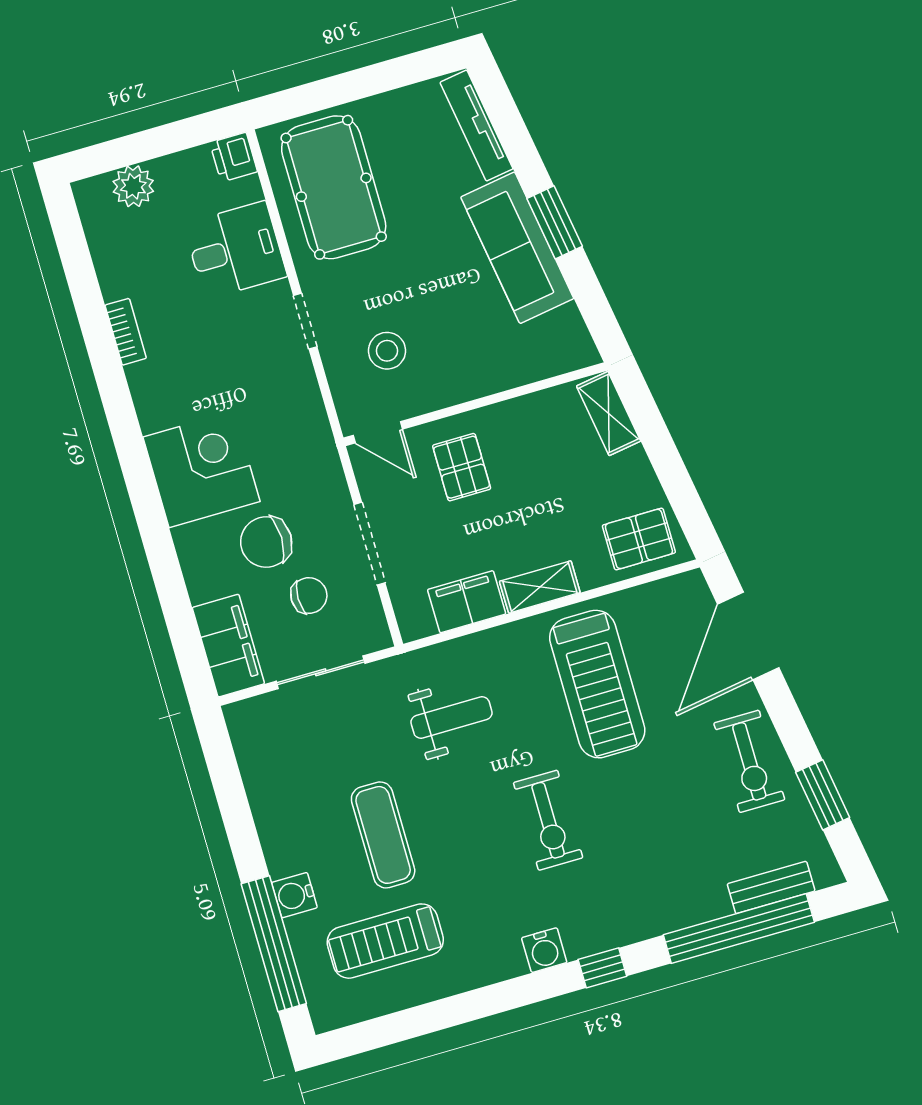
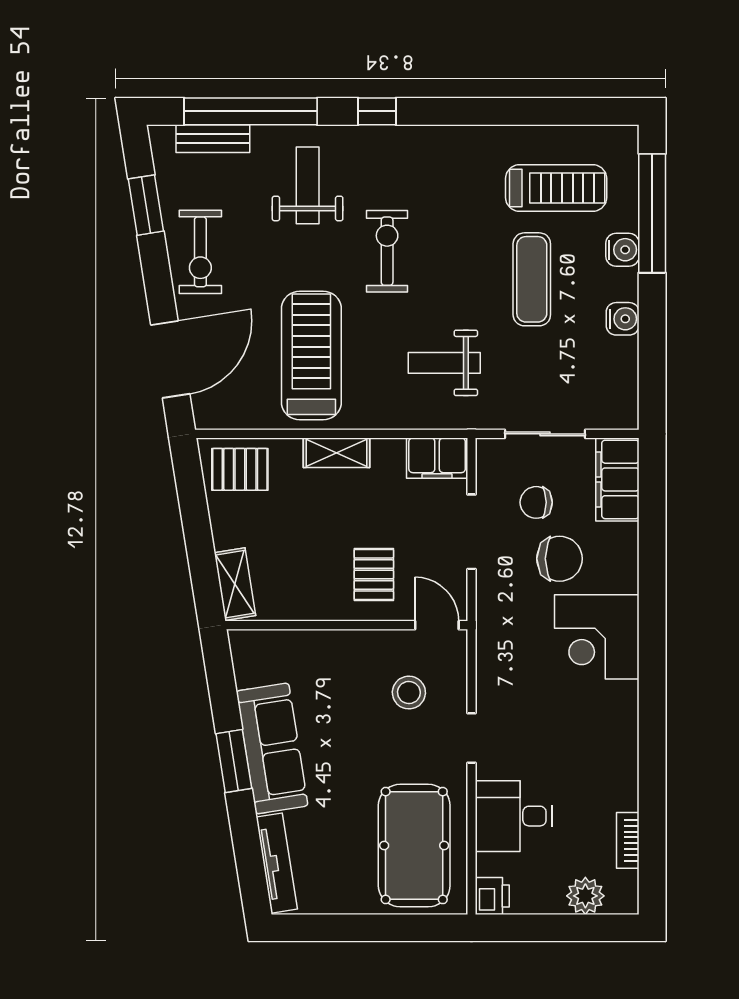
bookcase: (126, 332) -> (628, 840), moved
filing cabinet: (467, 602) -> (437, 458), moved
exercise bike: (749, 761) -> (200, 252), turned 180
weight bench: (654, 866) -> (308, 185), added
water cooler: (544, 950) -> (623, 319), moved, turned 90

